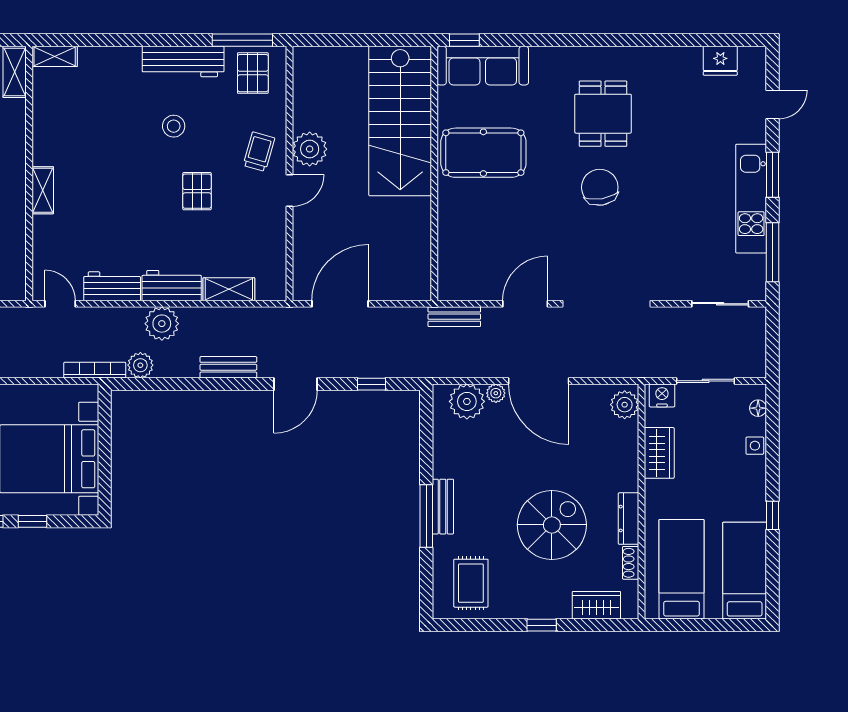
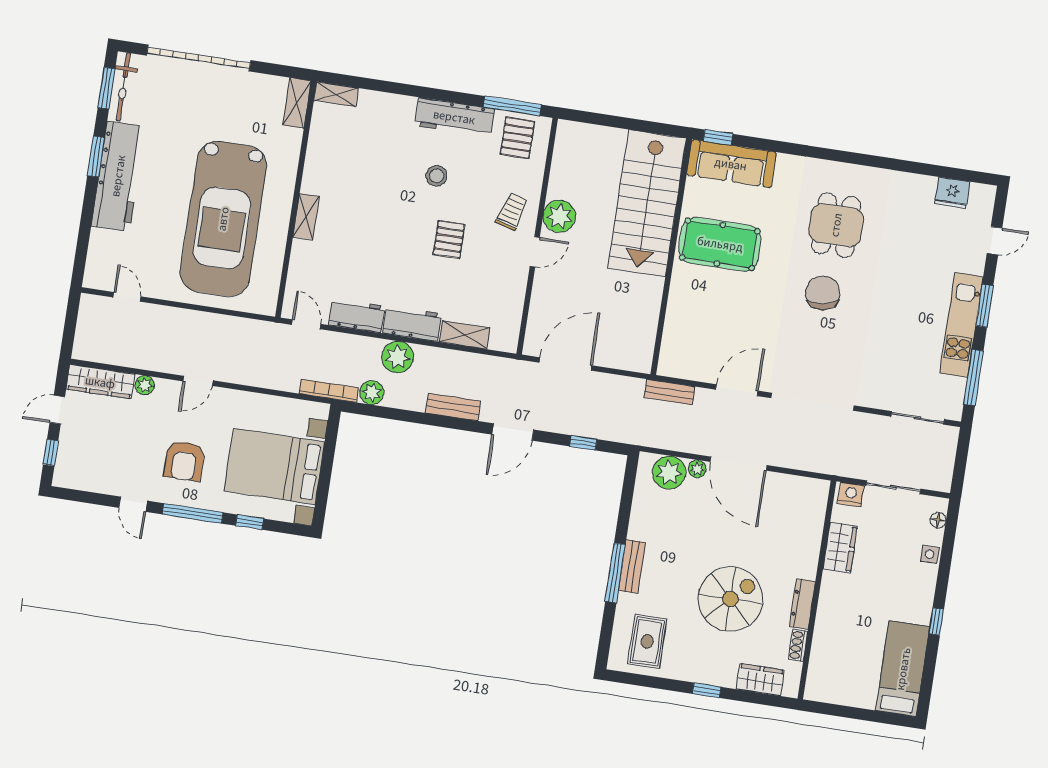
plant: (625, 405) -> (815, 498), removed
bed: (681, 569) -> (844, 658), removed

